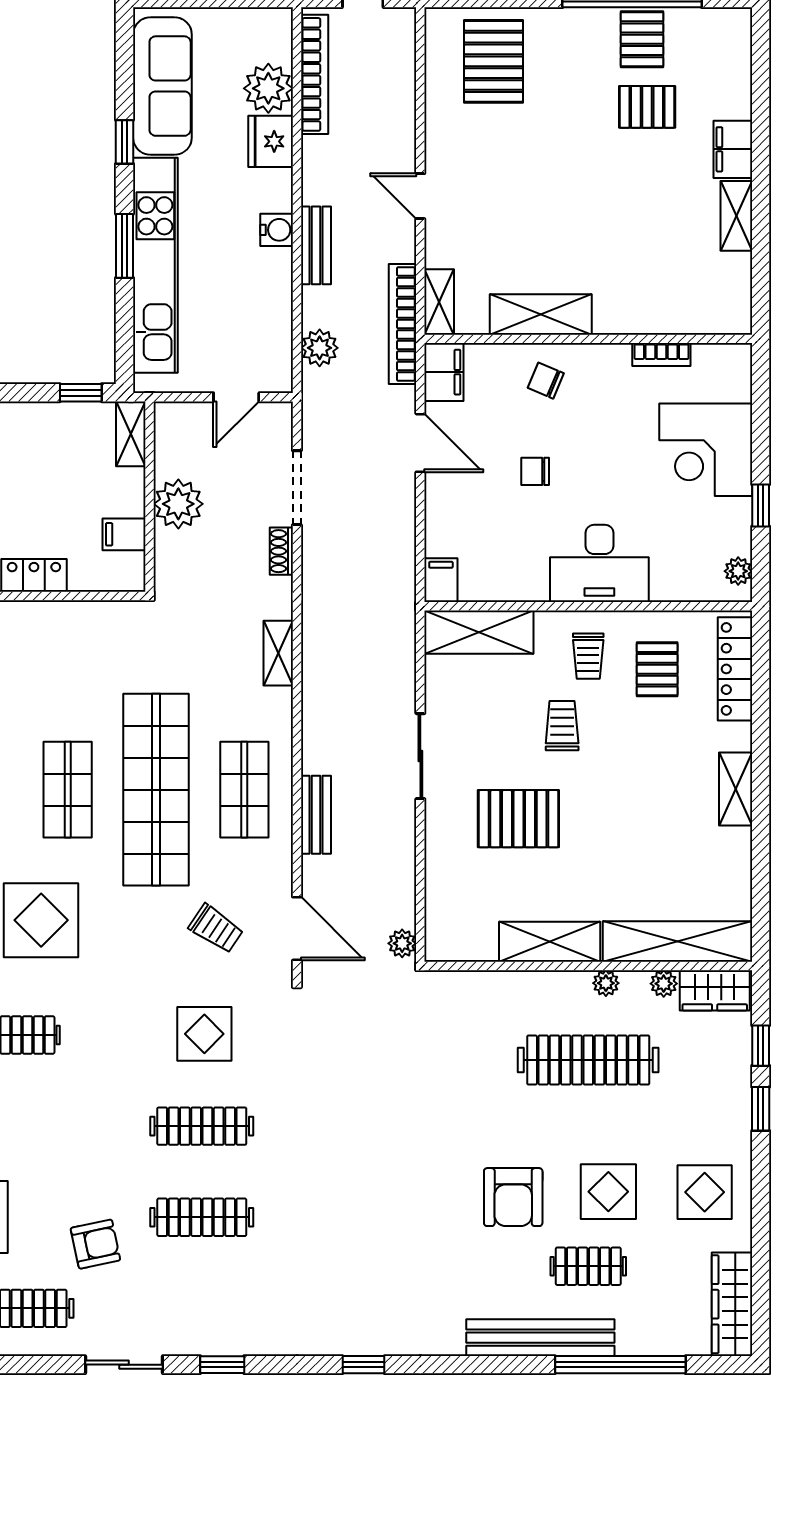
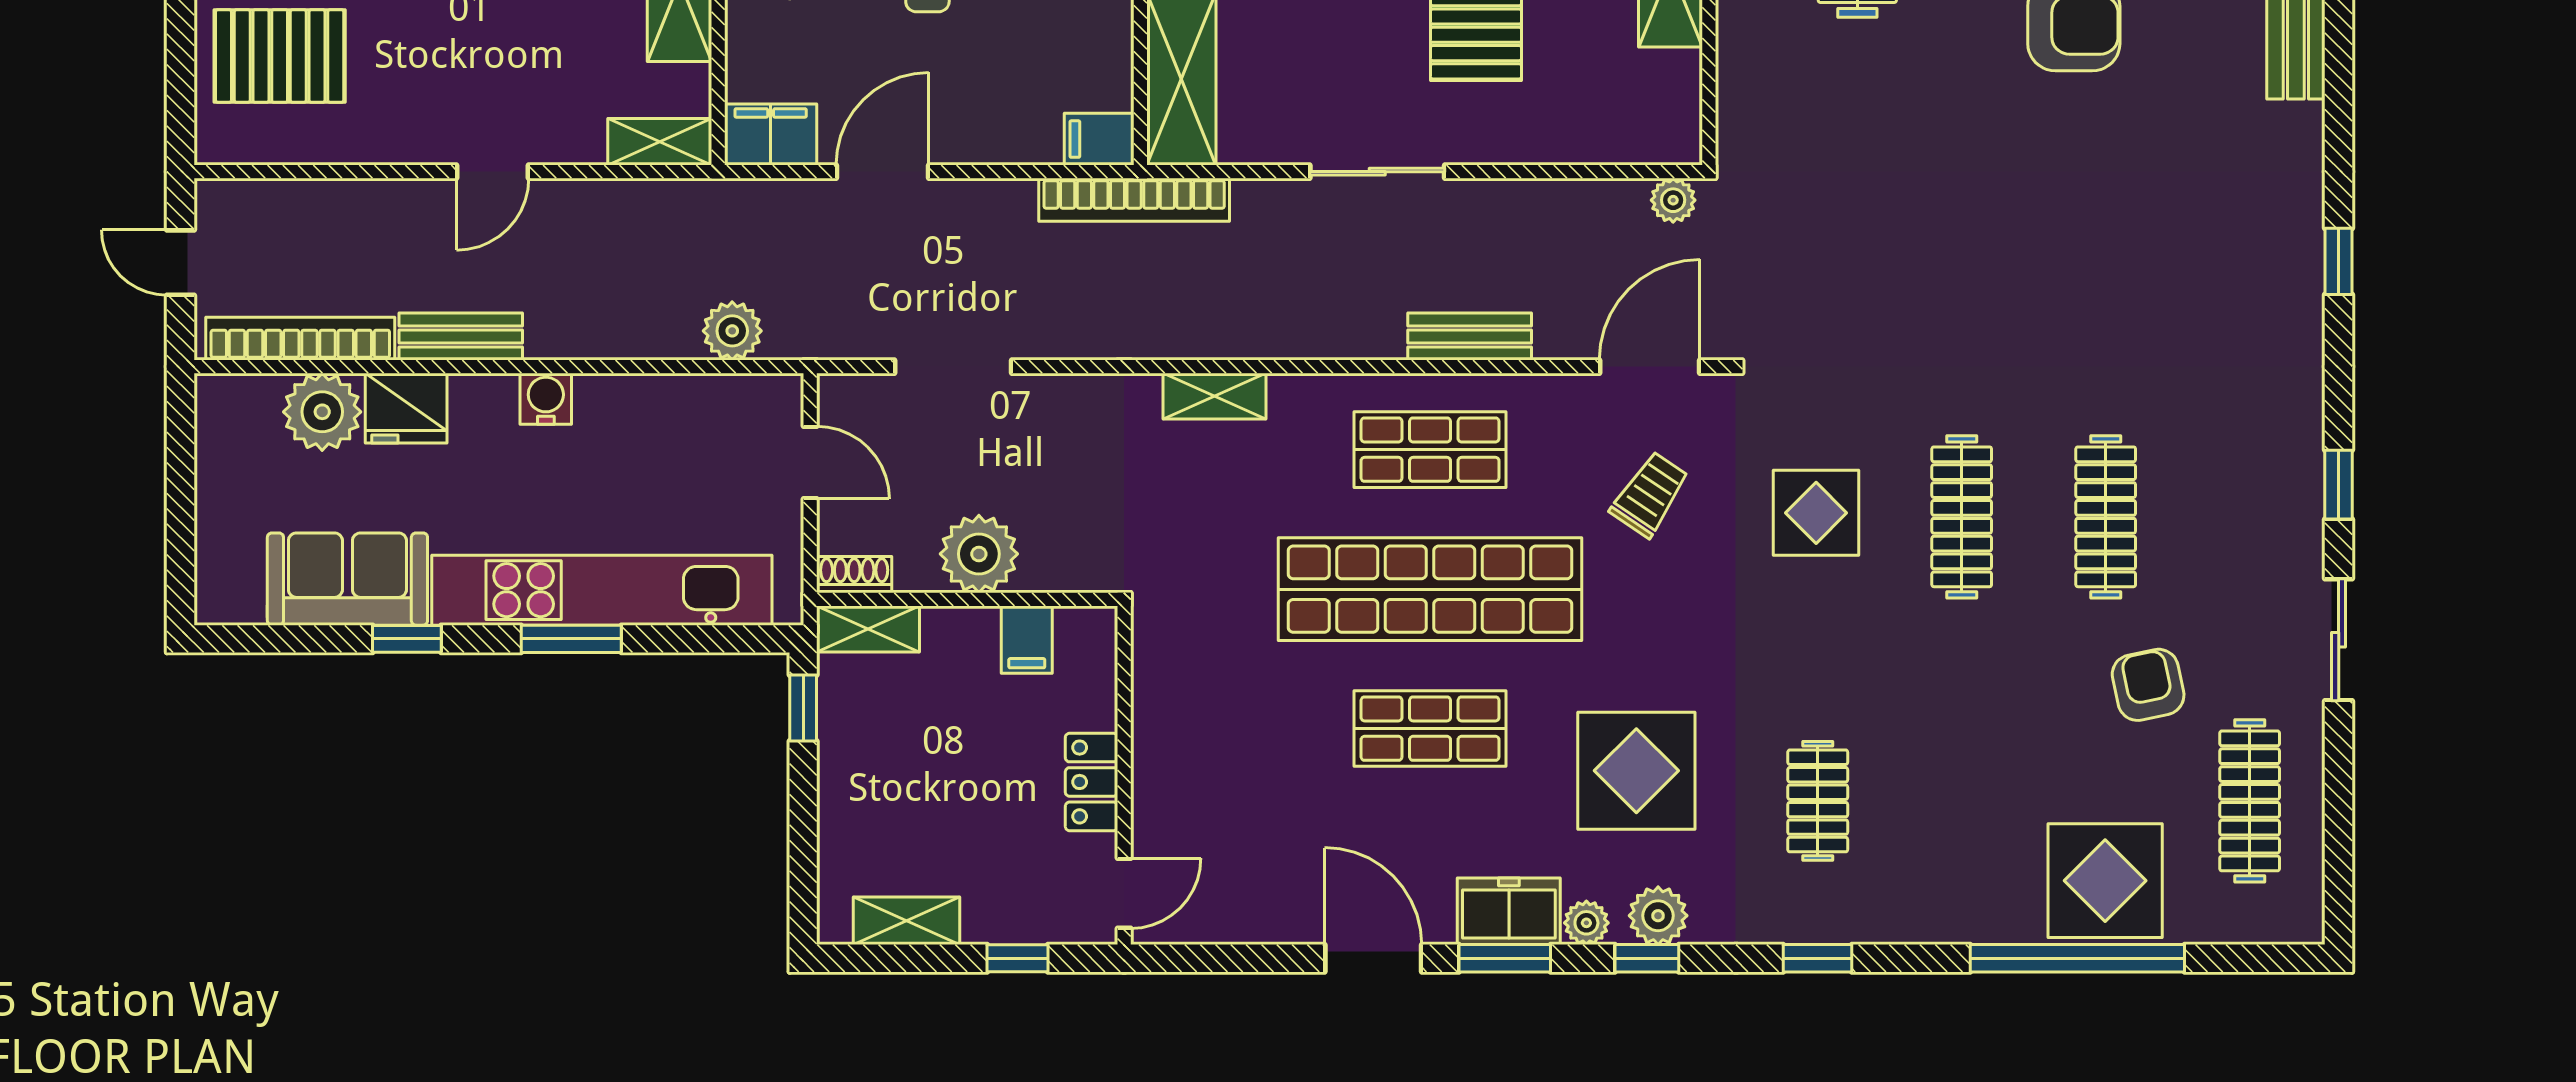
sofa: (162, 86) -> (347, 579), width x0.73
bench: (316, 245) -> (461, 336), moved
bookcase: (403, 324) -> (1134, 200), moved
shoe rack: (281, 551) -> (854, 575), moved, turned 180

